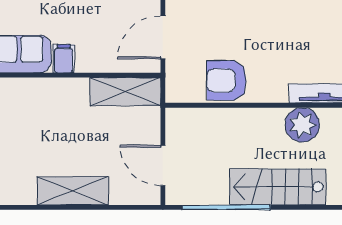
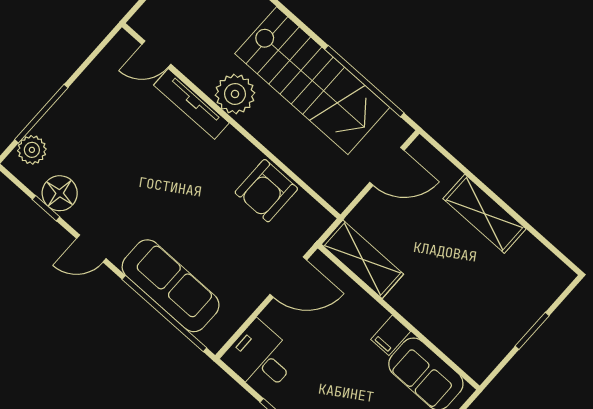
armchair: (227, 81) -> (266, 191), turned 90
door: (163, 165) -> (387, 166), hinge flipped
stairs: (278, 187) -> (312, 81), width x1.36, depth x1.51

